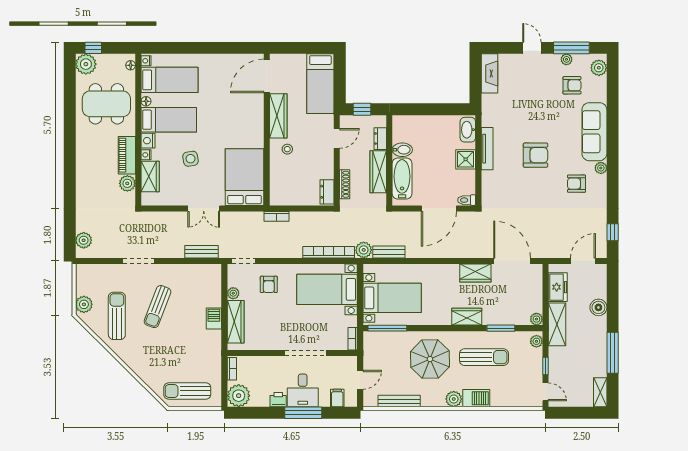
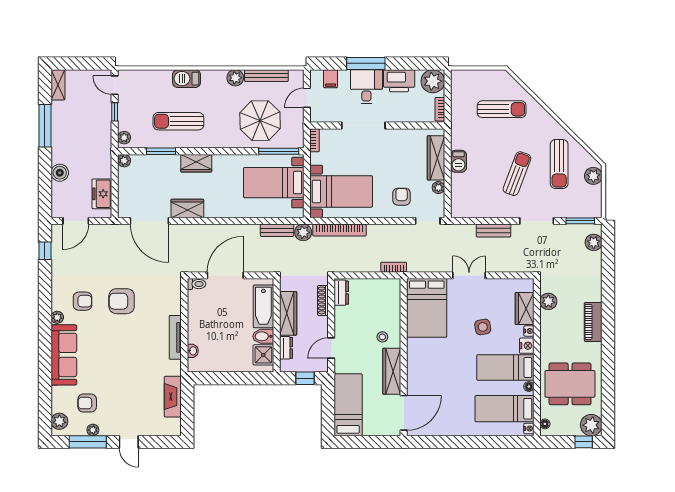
fireplace: (489, 73) -> (173, 397), moved
washbasin: (468, 130) -> (193, 351), width x0.52, depth x0.69
piano: (127, 155) -> (593, 322), moved, turned 180
armchair: (535, 155) -> (122, 301), moved
shower: (466, 159) -> (263, 355), moved
bench: (201, 252) -> (493, 230), moved
window: (97, 261) -> (580, 221), added
shelving: (557, 324) -> (103, 155), removed
parasol: (430, 359) -> (260, 121), moved
sun lounger: (187, 391) -> (502, 109), moved
plant: (454, 399) -> (235, 78), moved
printer: (278, 400) -> (399, 81), width x1.87, depth x1.48

